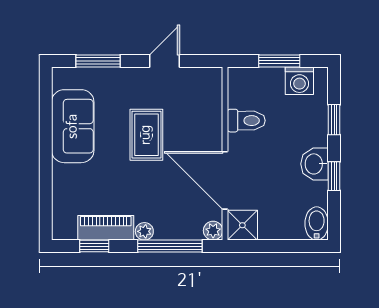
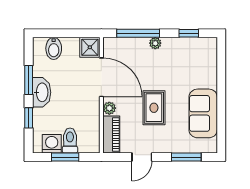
toilet: (246, 121) -> (70, 140), moved, turned 90
washbasin: (315, 164) -> (42, 92), width x1.38
window: (334, 176) -> (29, 80), width x1.50
bidet: (317, 223) -> (54, 48), moved
piano: (106, 228) -> (111, 134), moved, turned -90
plant: (213, 231) -> (109, 108), moved

